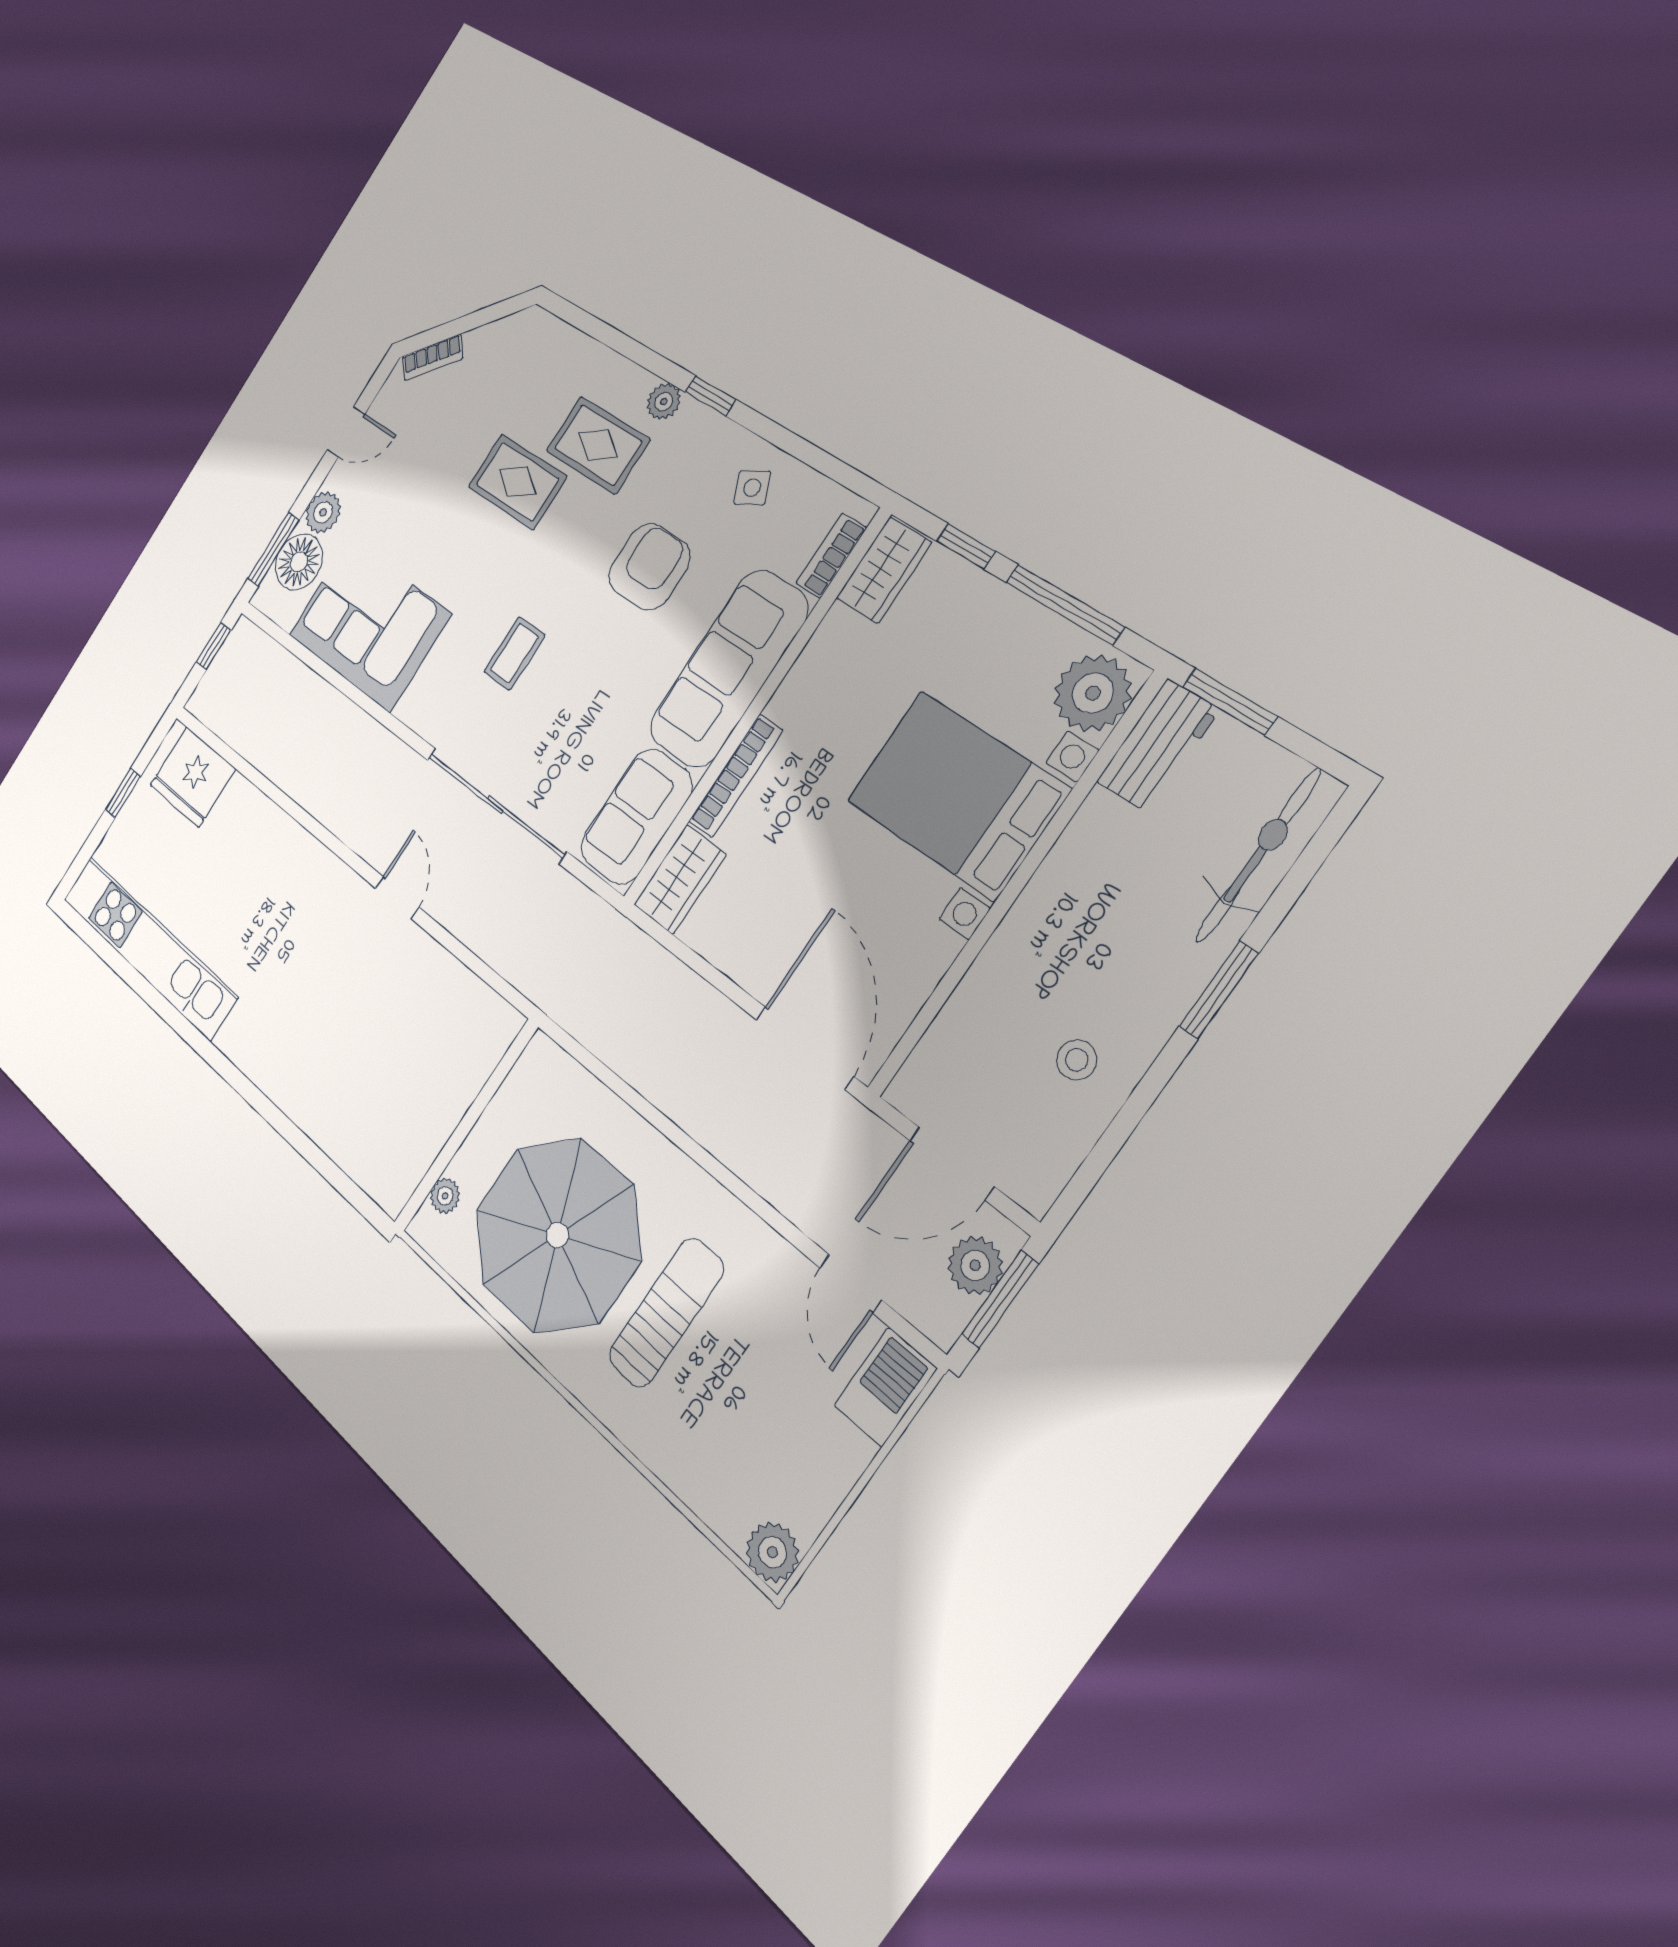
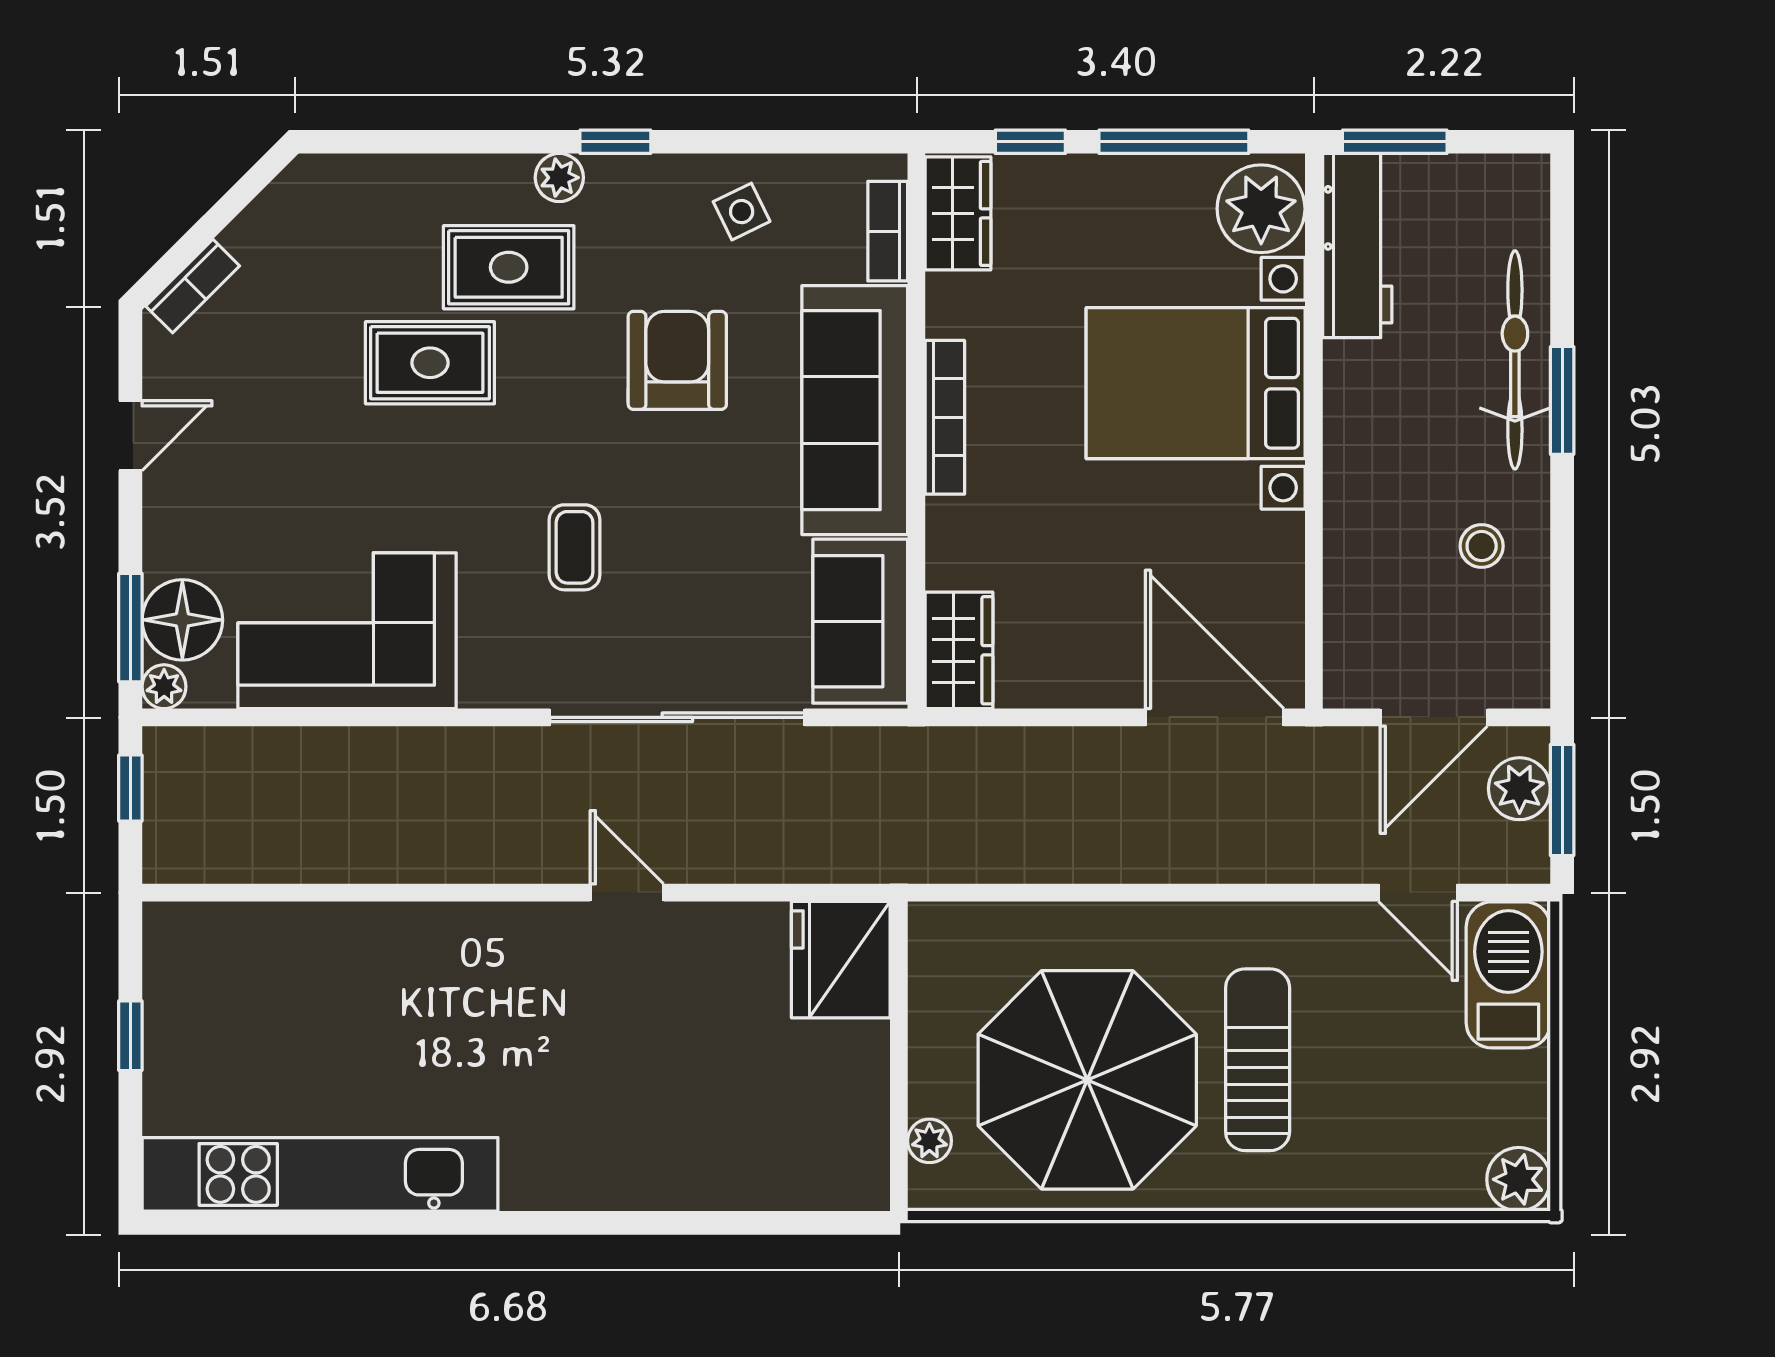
plant: (323, 512) -> (164, 687), moved, width x0.73, depth x0.73
workbench: (1158, 746) -> (1357, 246), width x1.38
bookcase: (736, 776) -> (945, 417), moved
fridge: (193, 777) -> (841, 960), moved, turned 90
bicycle: (1258, 856) -> (1515, 360), moved
barbecue: (885, 1387) -> (1508, 975), width x1.37, depth x1.21

